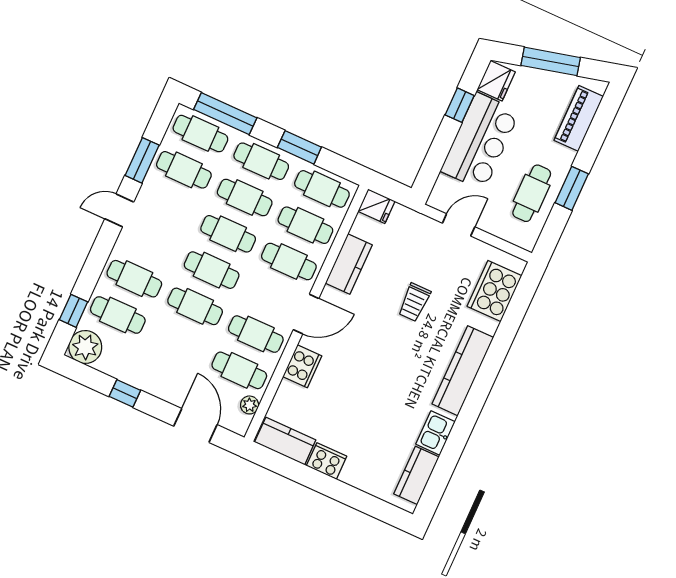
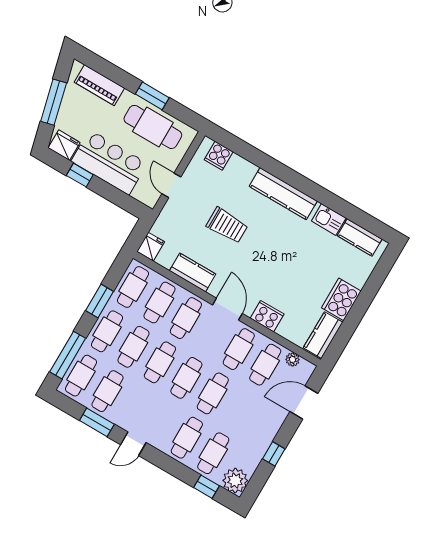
cafe table: (532, 193) -> (153, 127), width x1.37, depth x1.35
door: (119, 210) -> (133, 444), hinge flipped
cooker: (494, 291) -> (219, 156), width x0.53, depth x0.76
trolley: (414, 302) -> (227, 225), width x1.36, depth x1.39
cooker: (327, 461) -> (341, 299), width x1.37, depth x1.31

